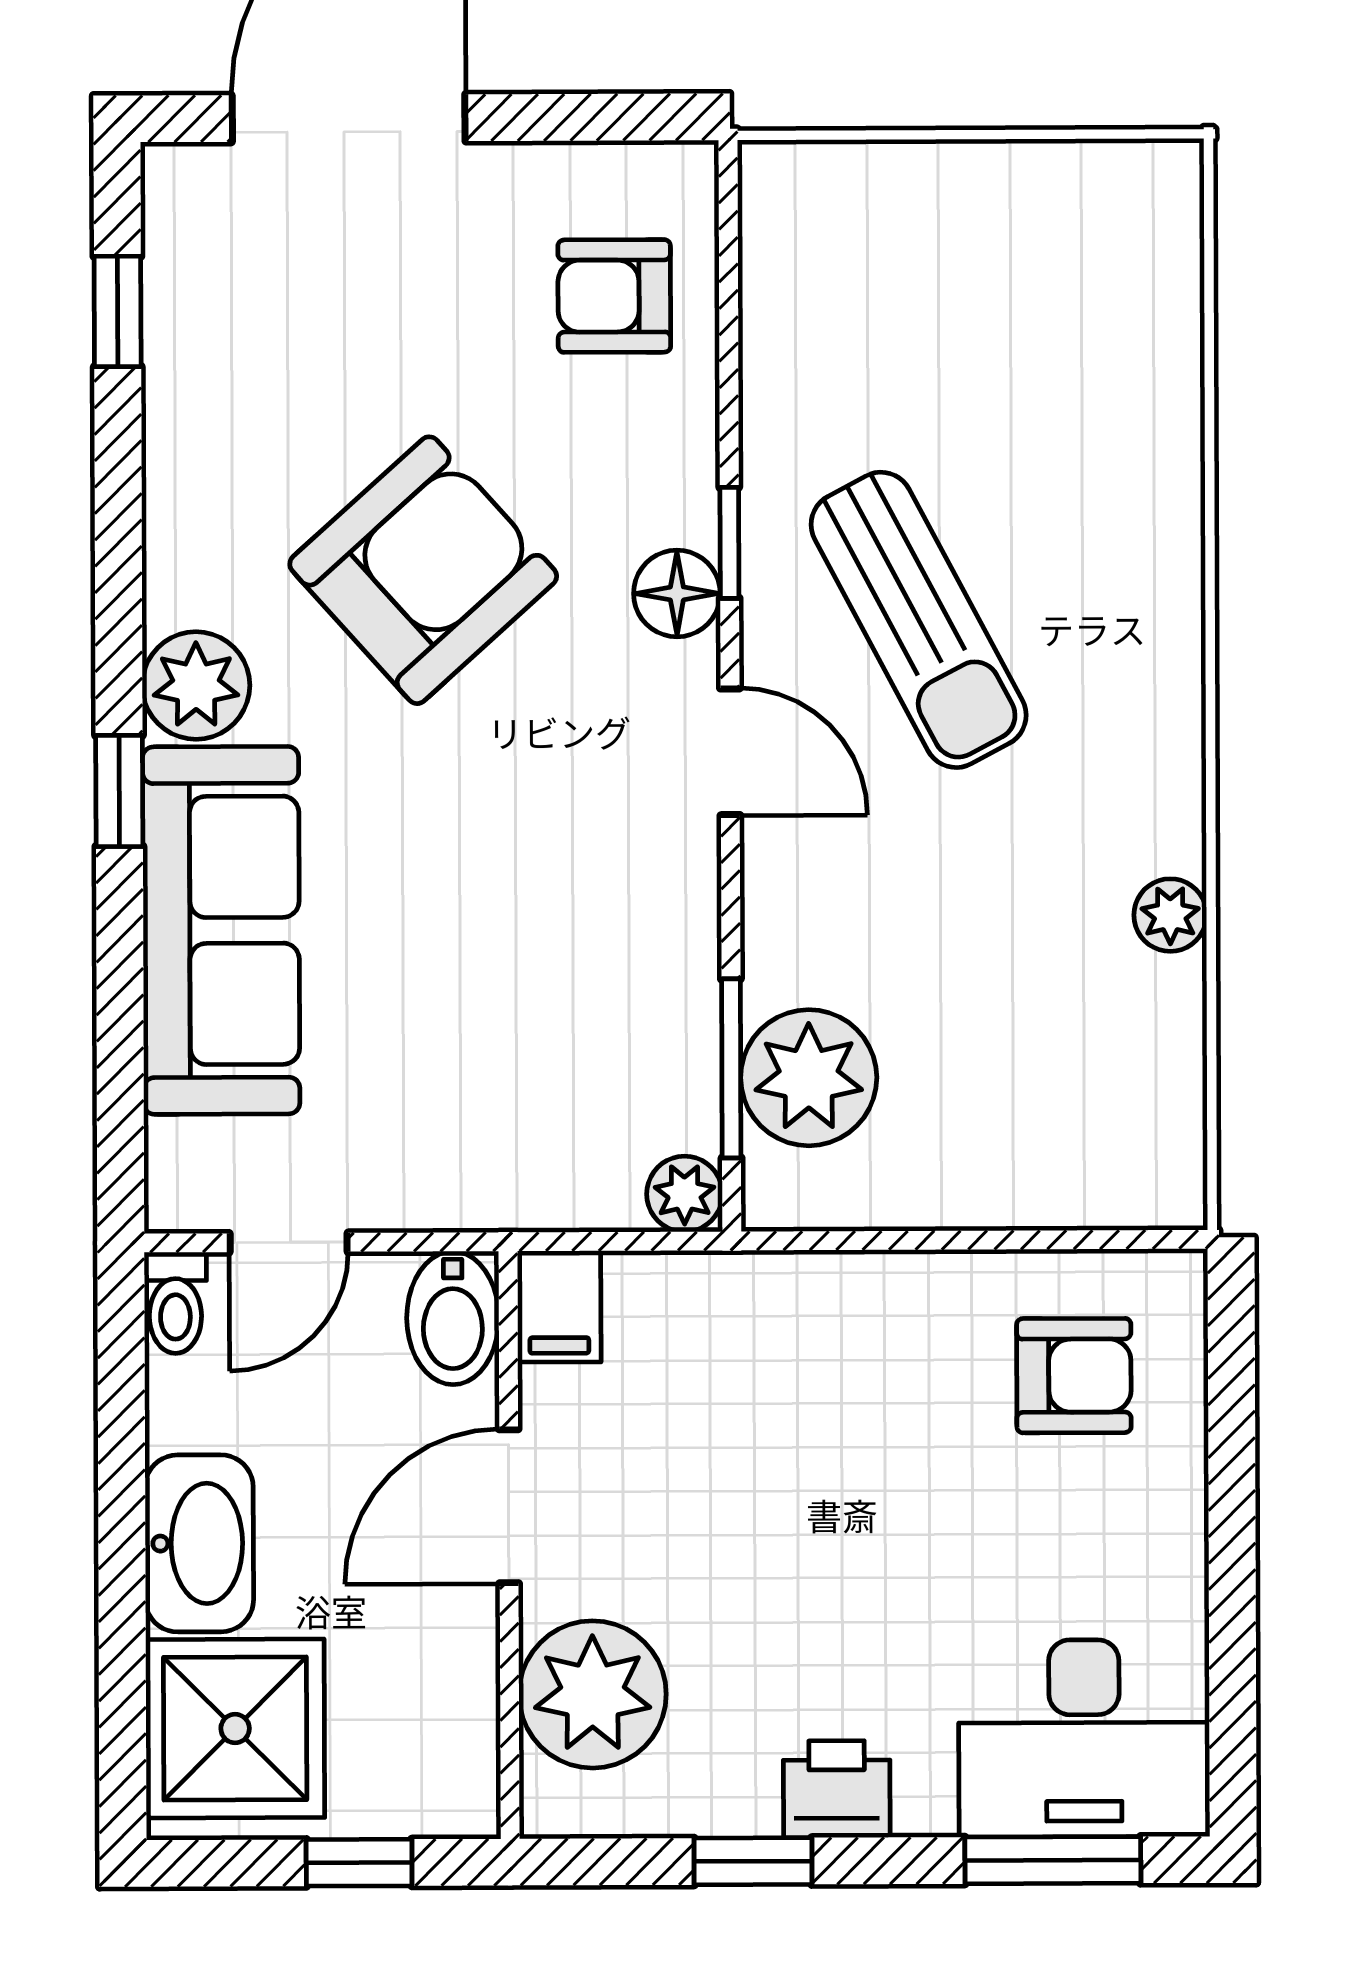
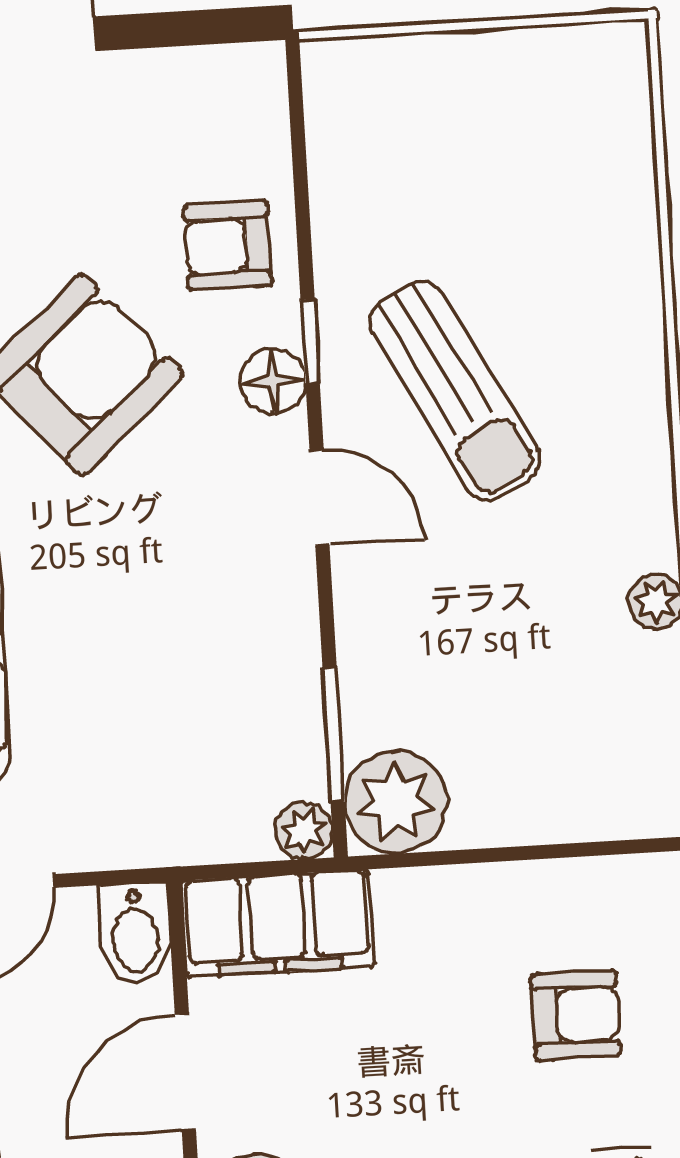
armchair: (614, 296) -> (228, 246), moved
plant: (809, 1078) -> (396, 803), moved
filing cabinet: (559, 1306) -> (278, 923), width x3.00, depth x1.17
armchair: (1074, 1376) -> (576, 1015), moved

